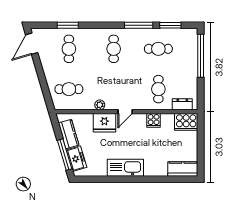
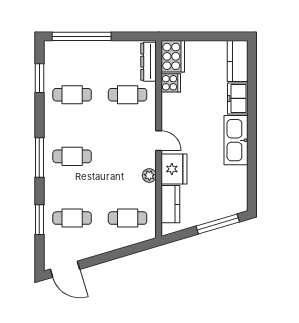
window: (139, 25) -> (39, 158), moved
cafe table: (158, 49) -> (72, 95), turned 90
cafe table: (69, 89) -> (128, 218), turned 90
dresser: (182, 104) -> (148, 62), width x1.44
cooker: (154, 120) -> (171, 83), moved
kitchen counter: (69, 134) -> (170, 204), moved, turned 107
freezer: (77, 159) -> (238, 98), moved, turned -73

